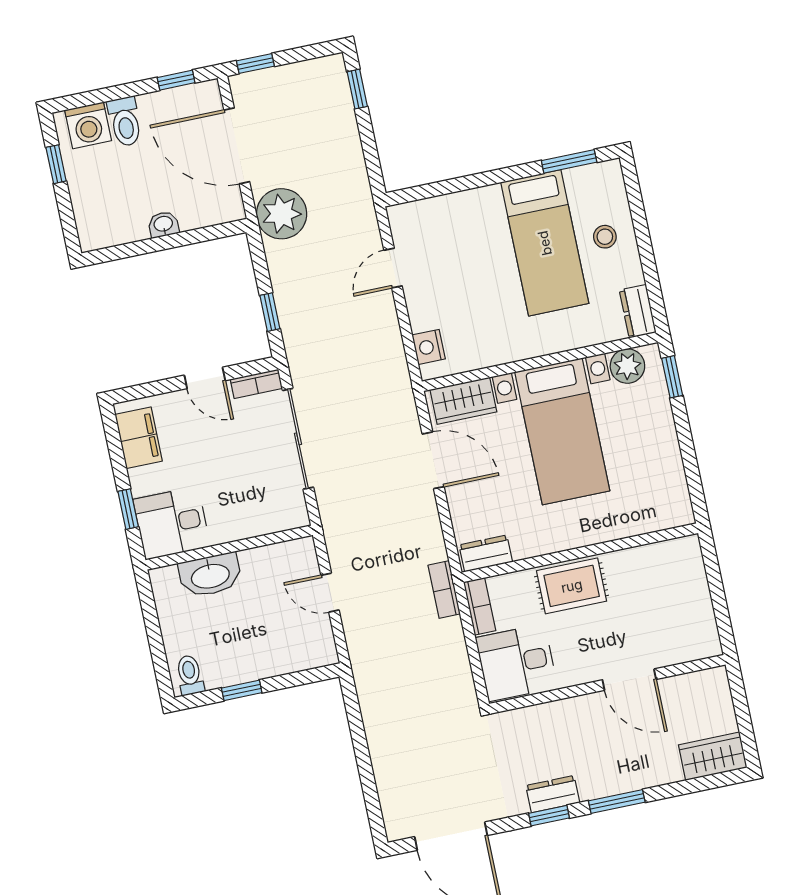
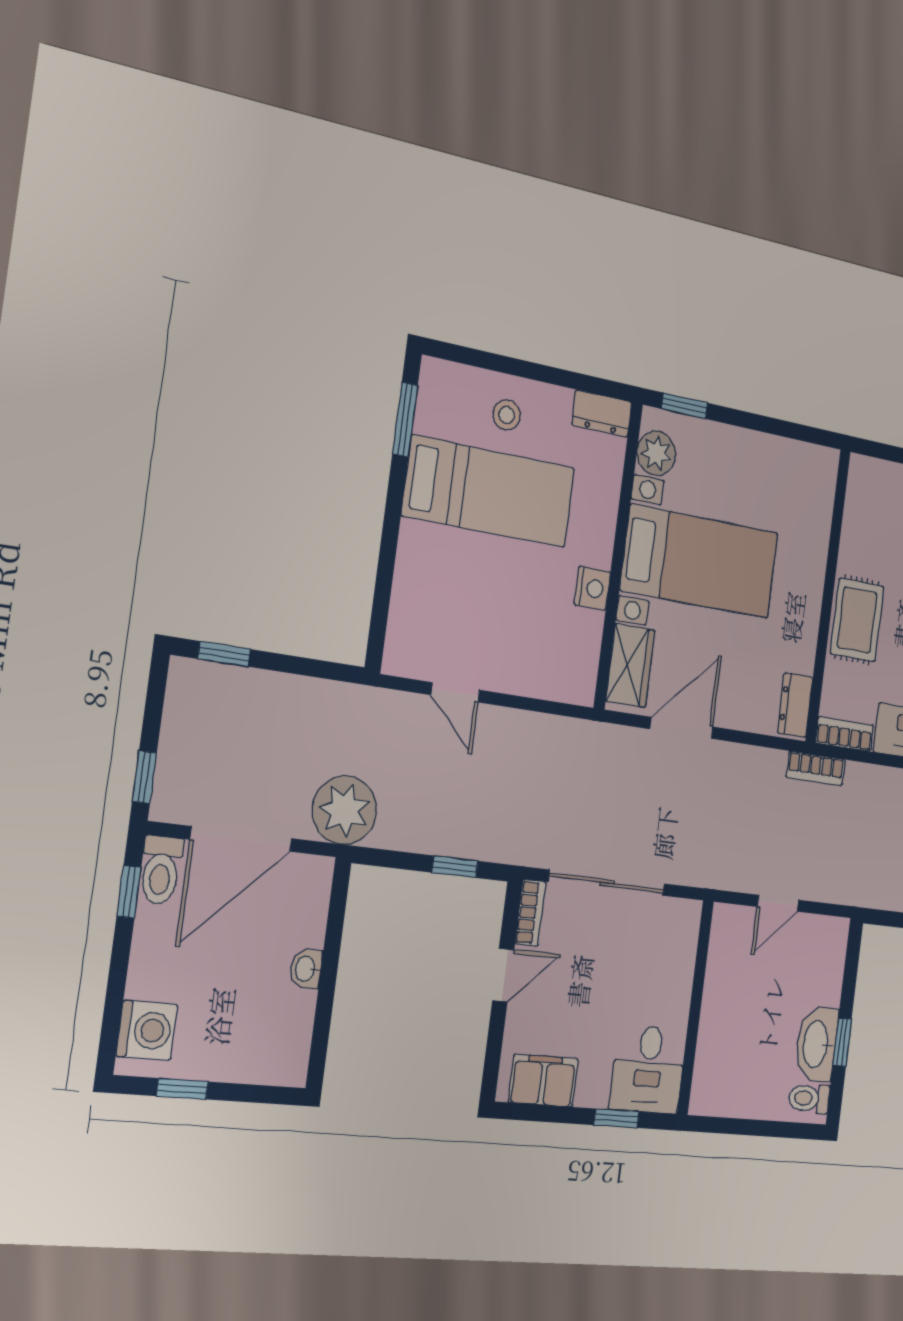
toilet: (125, 122) -> (161, 870), moved, turned 90
nightstand: (429, 347) -> (592, 588), moved, turned -90
washbasin: (210, 575) -> (816, 1044), moved, turned 180

